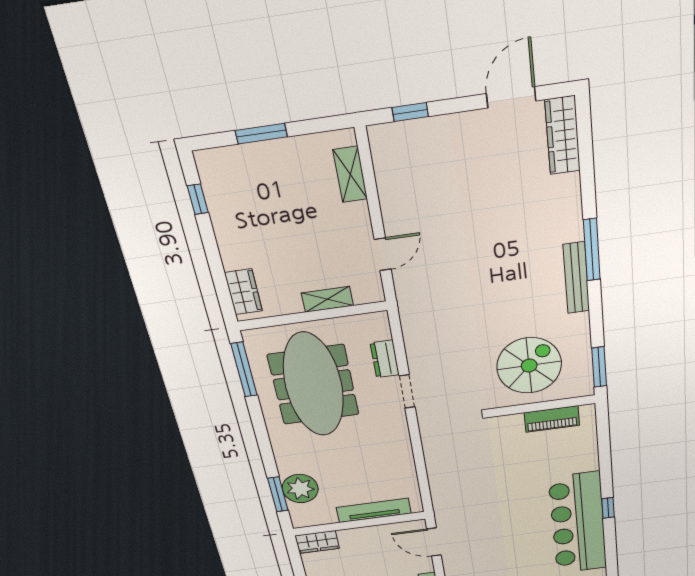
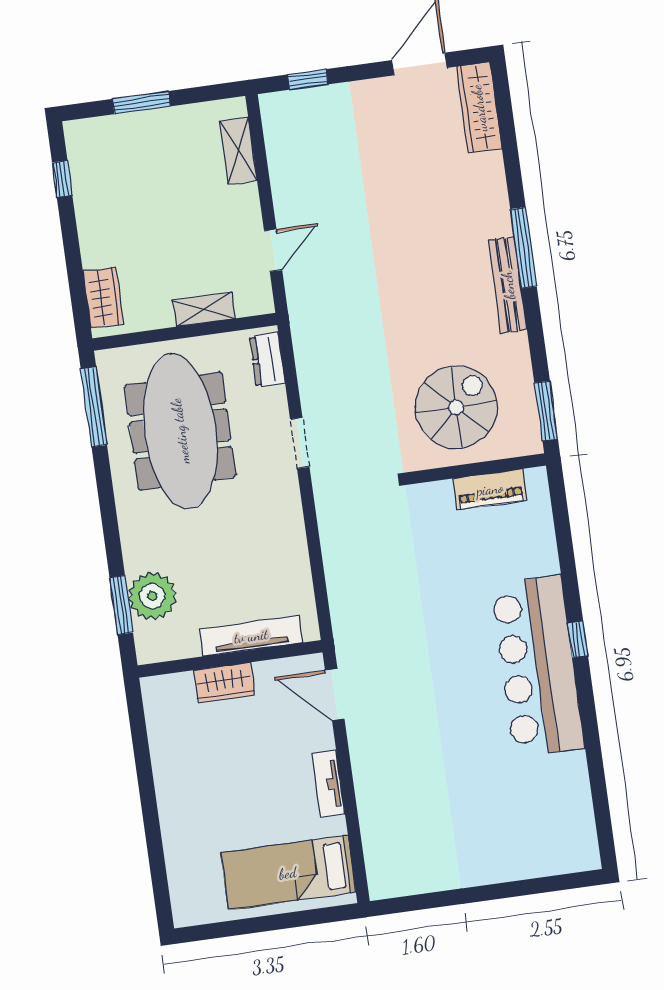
dresser: (385, 359) -> (267, 360), moved
wardrobe: (317, 542) -> (224, 683), moved

